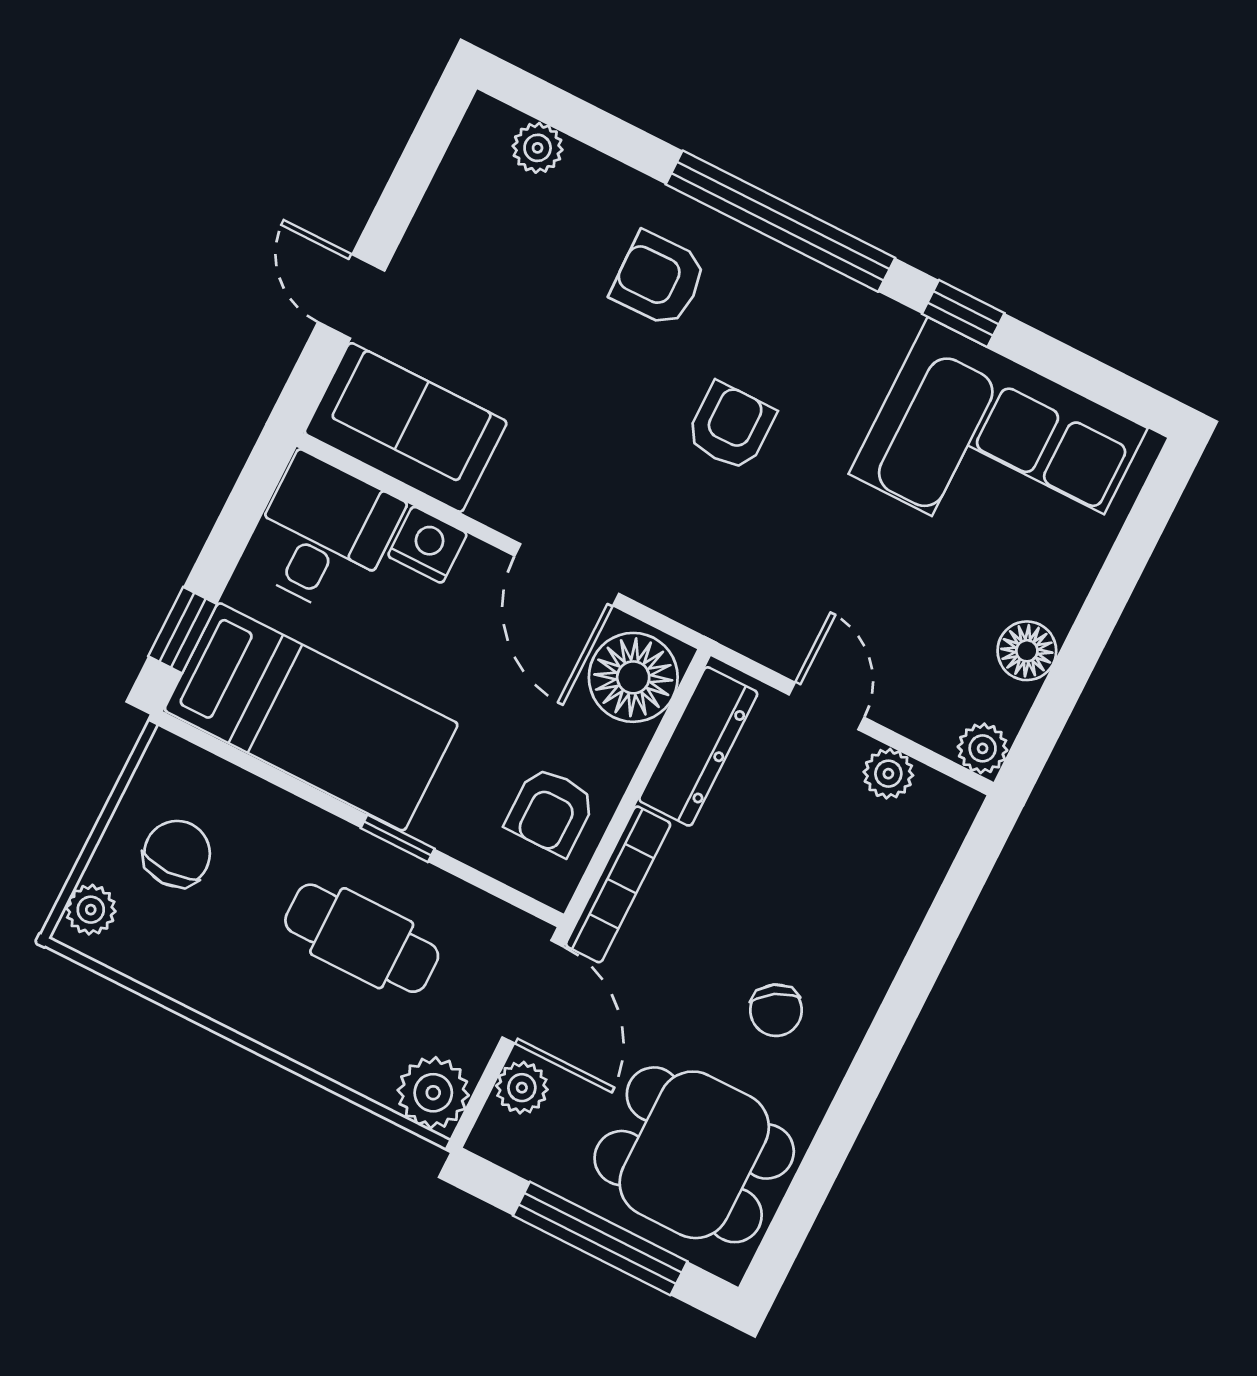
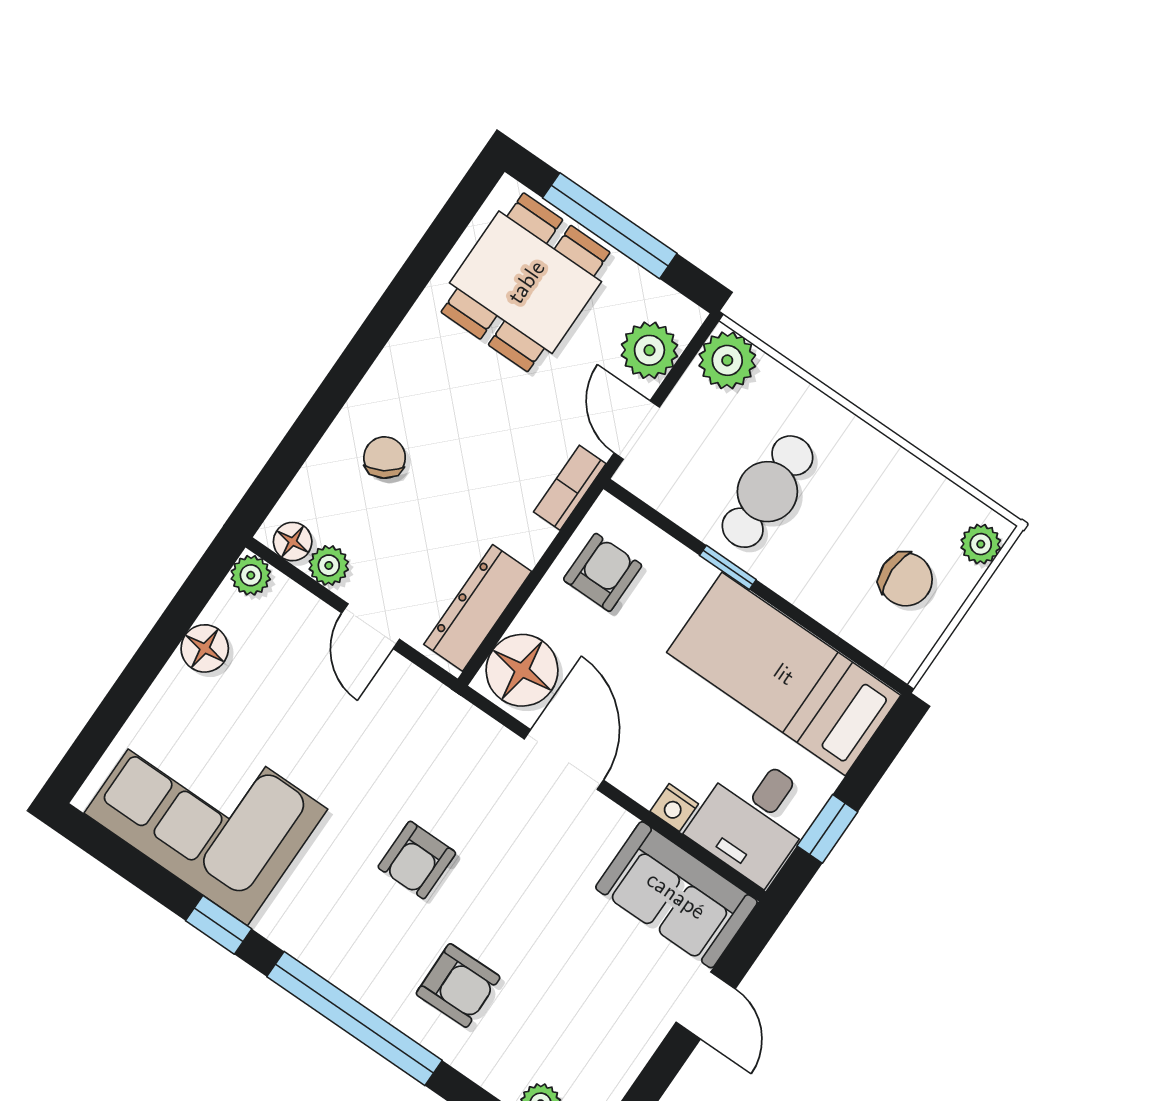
nightstand: (427, 545) -> (674, 808), width x0.72, depth x0.74
window: (183, 630) -> (827, 829), moved
floor lamp: (937, 797) -> (293, 542), added
chair: (177, 854) -> (906, 579), turned -90
bookcase: (618, 884) -> (570, 488), width x0.64
cafe table: (362, 938) -> (767, 492), turned 90
door: (533, 992) -> (637, 430), width x0.73
chair: (776, 1010) -> (385, 458), moved
plant: (522, 1088) -> (649, 350), width x1.38, depth x1.38
dining table: (694, 1155) -> (526, 282), turned 90

